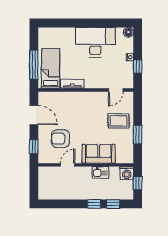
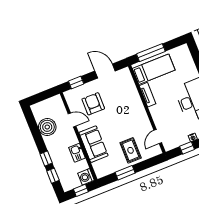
door: (116, 90) -> (158, 136), hinge flipped
door: (34, 115) -> (105, 71), swing flipped
boiler: (65, 191) -> (47, 127), added

